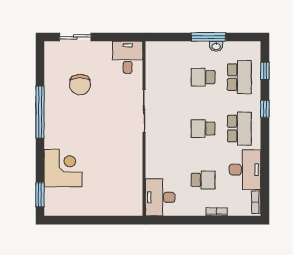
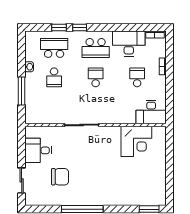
window: (208, 37) -> (22, 91), moved
desk: (128, 57) -> (38, 150), moved
window: (265, 71) -> (59, 27), moved
school desk: (203, 129) -> (96, 77), turned 180
school desk: (239, 129) -> (96, 48), turned 180
corner desk: (63, 168) -> (136, 141), moved, turned 180

